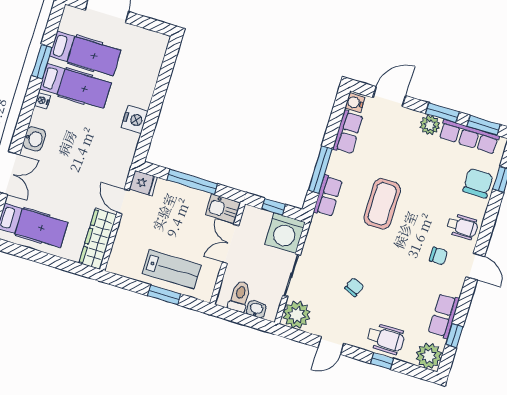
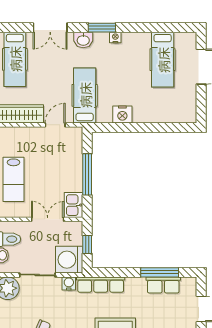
window: (42, 62) -> (102, 28), moved
hospital bed: (75, 86) -> (85, 95), moved, turned 180
water cooler: (355, 103) -> (69, 283), moved
window: (320, 170) -> (160, 272), moved
fridge: (143, 183) -> (74, 136), removed
row of seats: (328, 196) -> (101, 285), width x1.48

